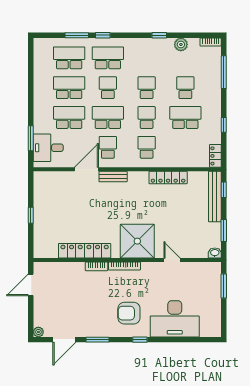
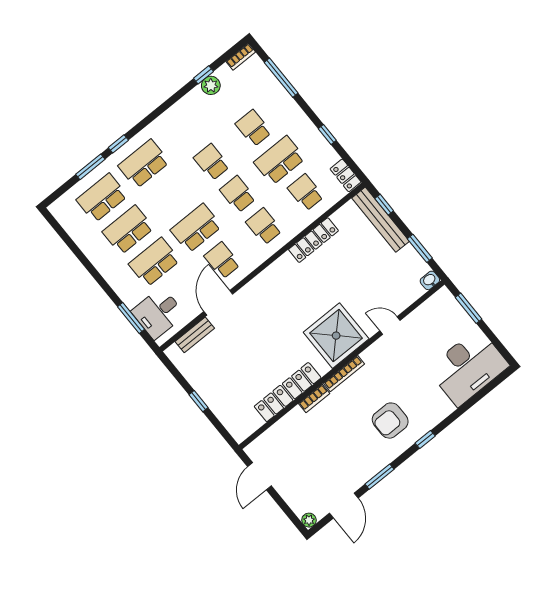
window: (159, 35) -> (203, 75), moved
school desk: (108, 88) -> (306, 192), moved
bench: (113, 177) -> (195, 335), moved
desk: (175, 319) -> (468, 367), moved

